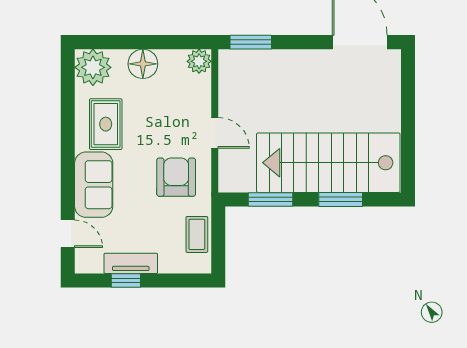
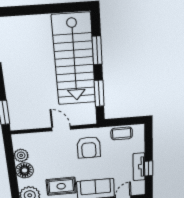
plant: (199, 61) -> (21, 155), moved
door: (215, 133) -> (61, 128), hinge flipped
armchair: (176, 177) -> (89, 147), turned -90

